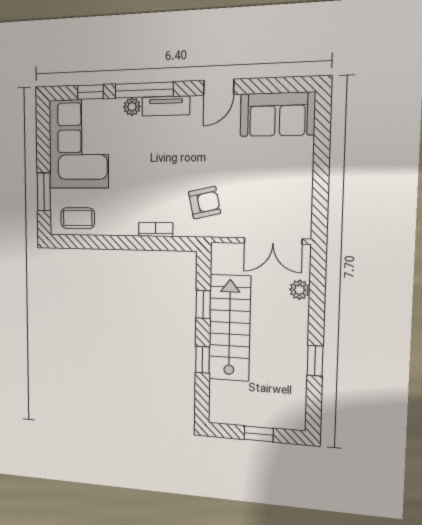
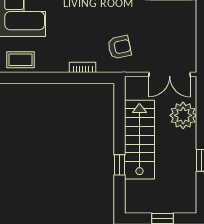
plant: (300, 290) -> (183, 115), width x1.88, depth x1.88
window: (203, 304) -> (119, 123), removed

